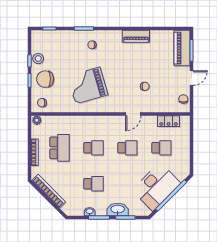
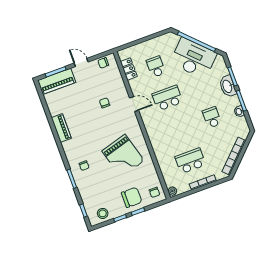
stool: (38, 59) -> (103, 213), moved
chair: (45, 79) -> (132, 197), turned -90
school desk: (93, 148) -> (179, 129), removed
school desk: (127, 148) -> (167, 98), width x1.85

